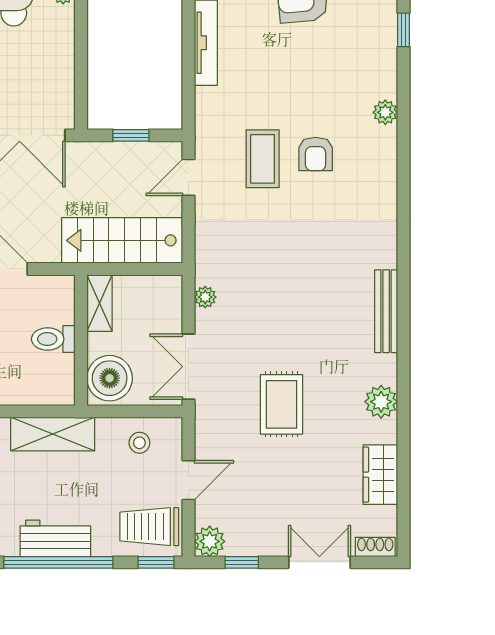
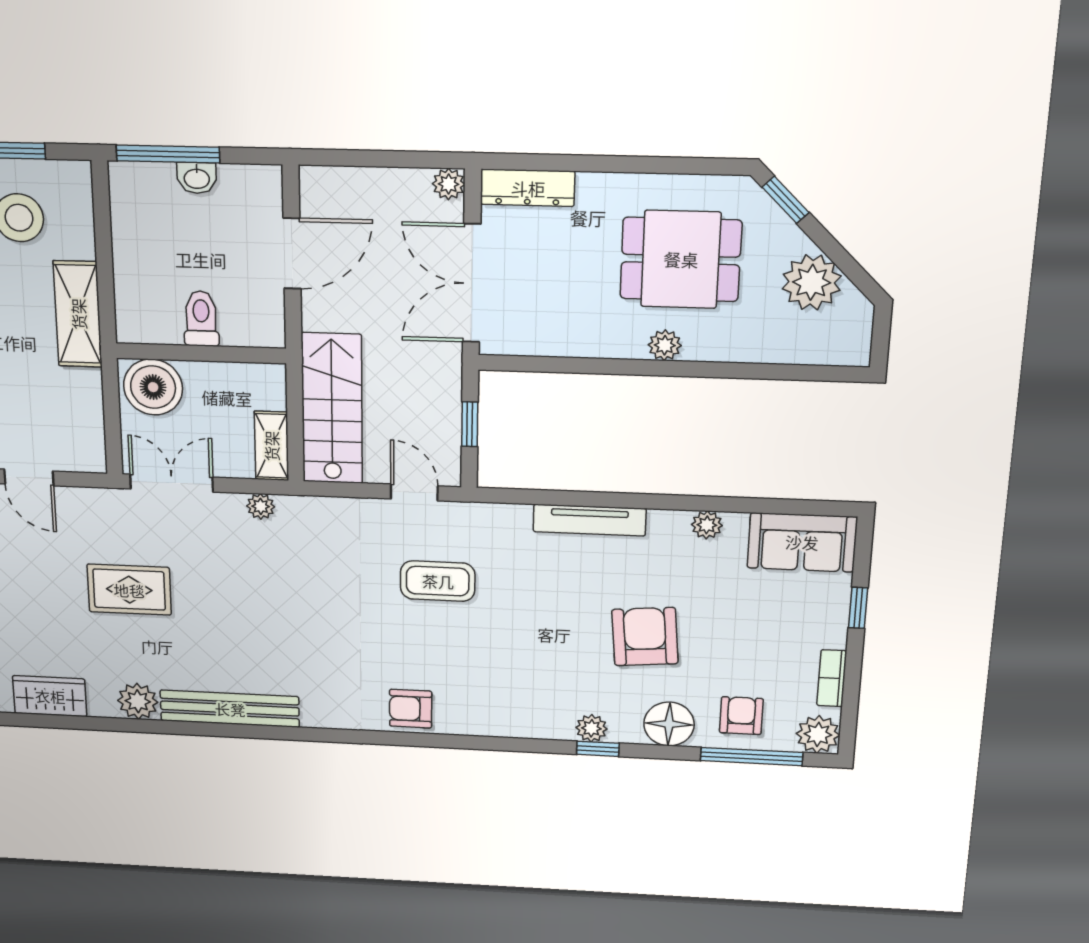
plant: (385, 112) -> (591, 728), moved
armchair: (316, 154) -> (411, 709), moved
shelving: (100, 303) -> (271, 446), moved, turned 90
bench: (386, 311) -> (230, 709), width x1.37, depth x1.21
stool: (139, 443) -> (72, 421), removed

